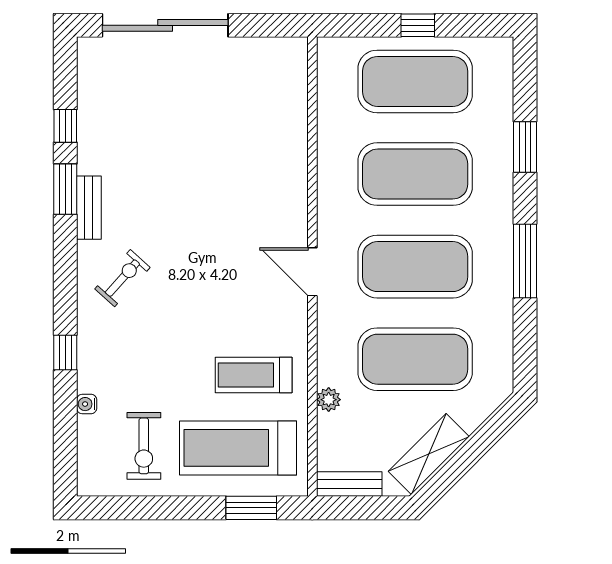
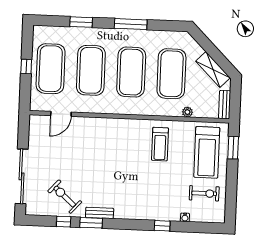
door: (312, 272) -> (61, 114), moved
exercise bike: (122, 278) -> (65, 197), moved, width x1.38, depth x1.39
treadmill: (254, 375) -> (160, 144), moved

